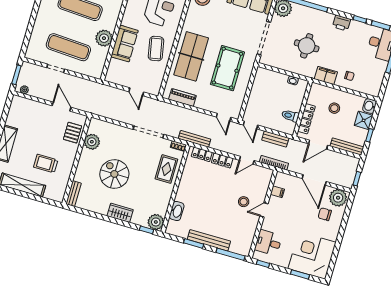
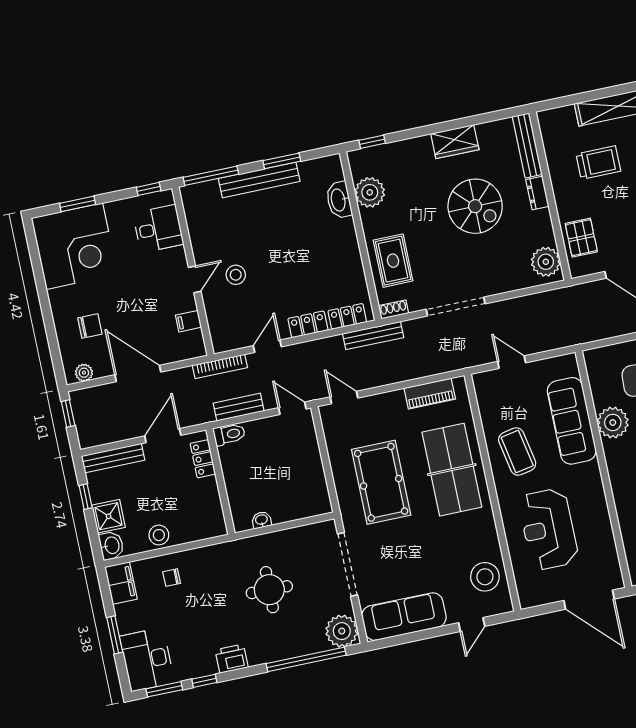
sofa: (124, 44) -> (572, 421), width x1.36
filing cabinet: (326, 75) -> (121, 583), moved, turned -90
stool: (334, 108) -> (159, 535), moved
toilet: (290, 116) -> (229, 434), moved
locker: (307, 119) -> (203, 459), width x0.66
plant: (92, 142) -> (546, 262), moved
dresser: (82, 165) -> (537, 193), added
bench: (73, 194) -> (527, 145), width x1.36
plant: (338, 198) -> (84, 373), width x0.53, depth x0.53
wardrobe: (120, 213) -> (455, 142), moved
plant: (156, 222) -> (370, 192), moved

